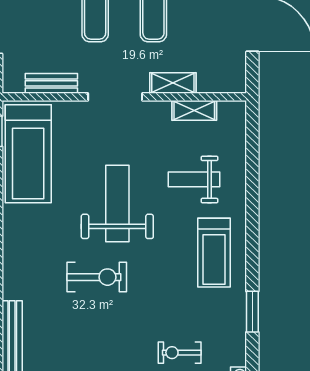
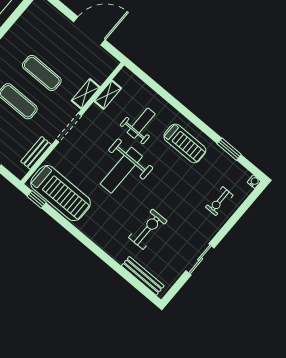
weight bench: (194, 179) -> (141, 123), turned 180
weight bench: (117, 203) -> (121, 170), turned -90
exercise bike: (97, 277) -> (148, 229), moved

